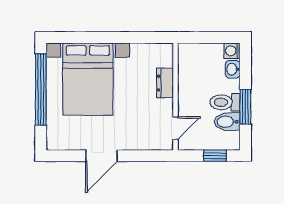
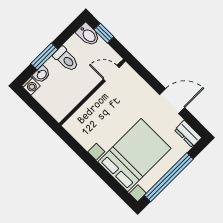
dresser: (165, 83) -> (188, 134), moved, turned 90
window: (245, 107) -> (44, 56), moved
bidet: (227, 122) -> (88, 35), moved

